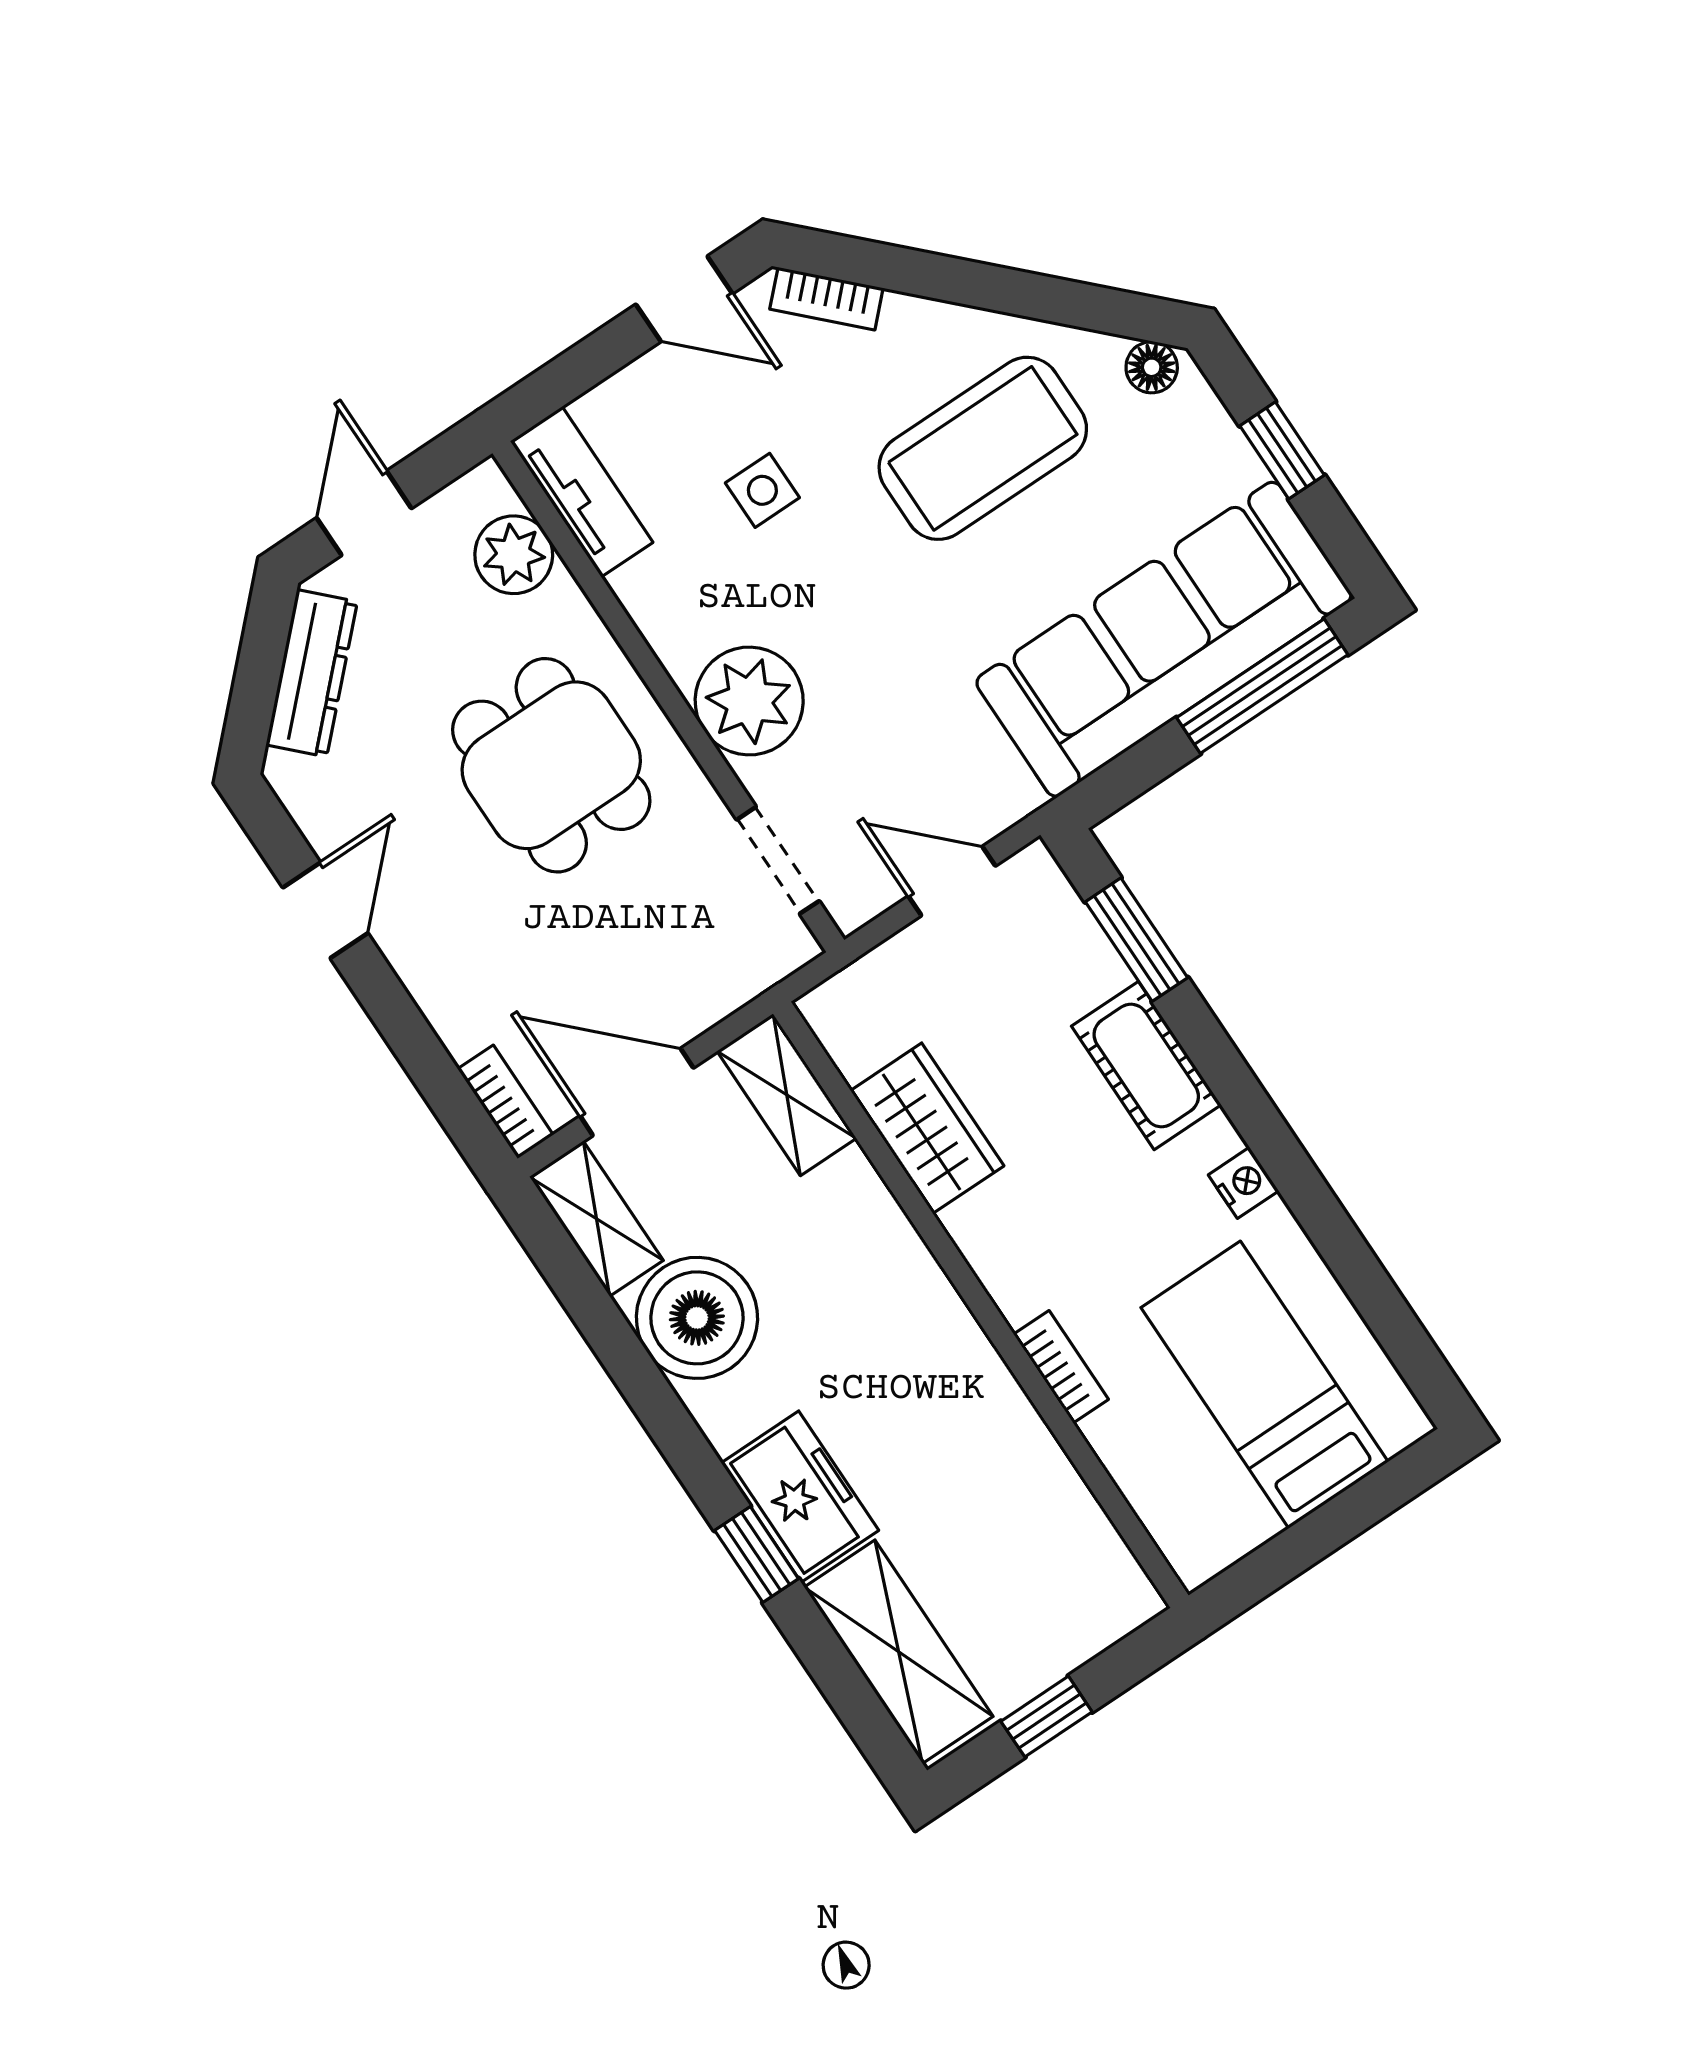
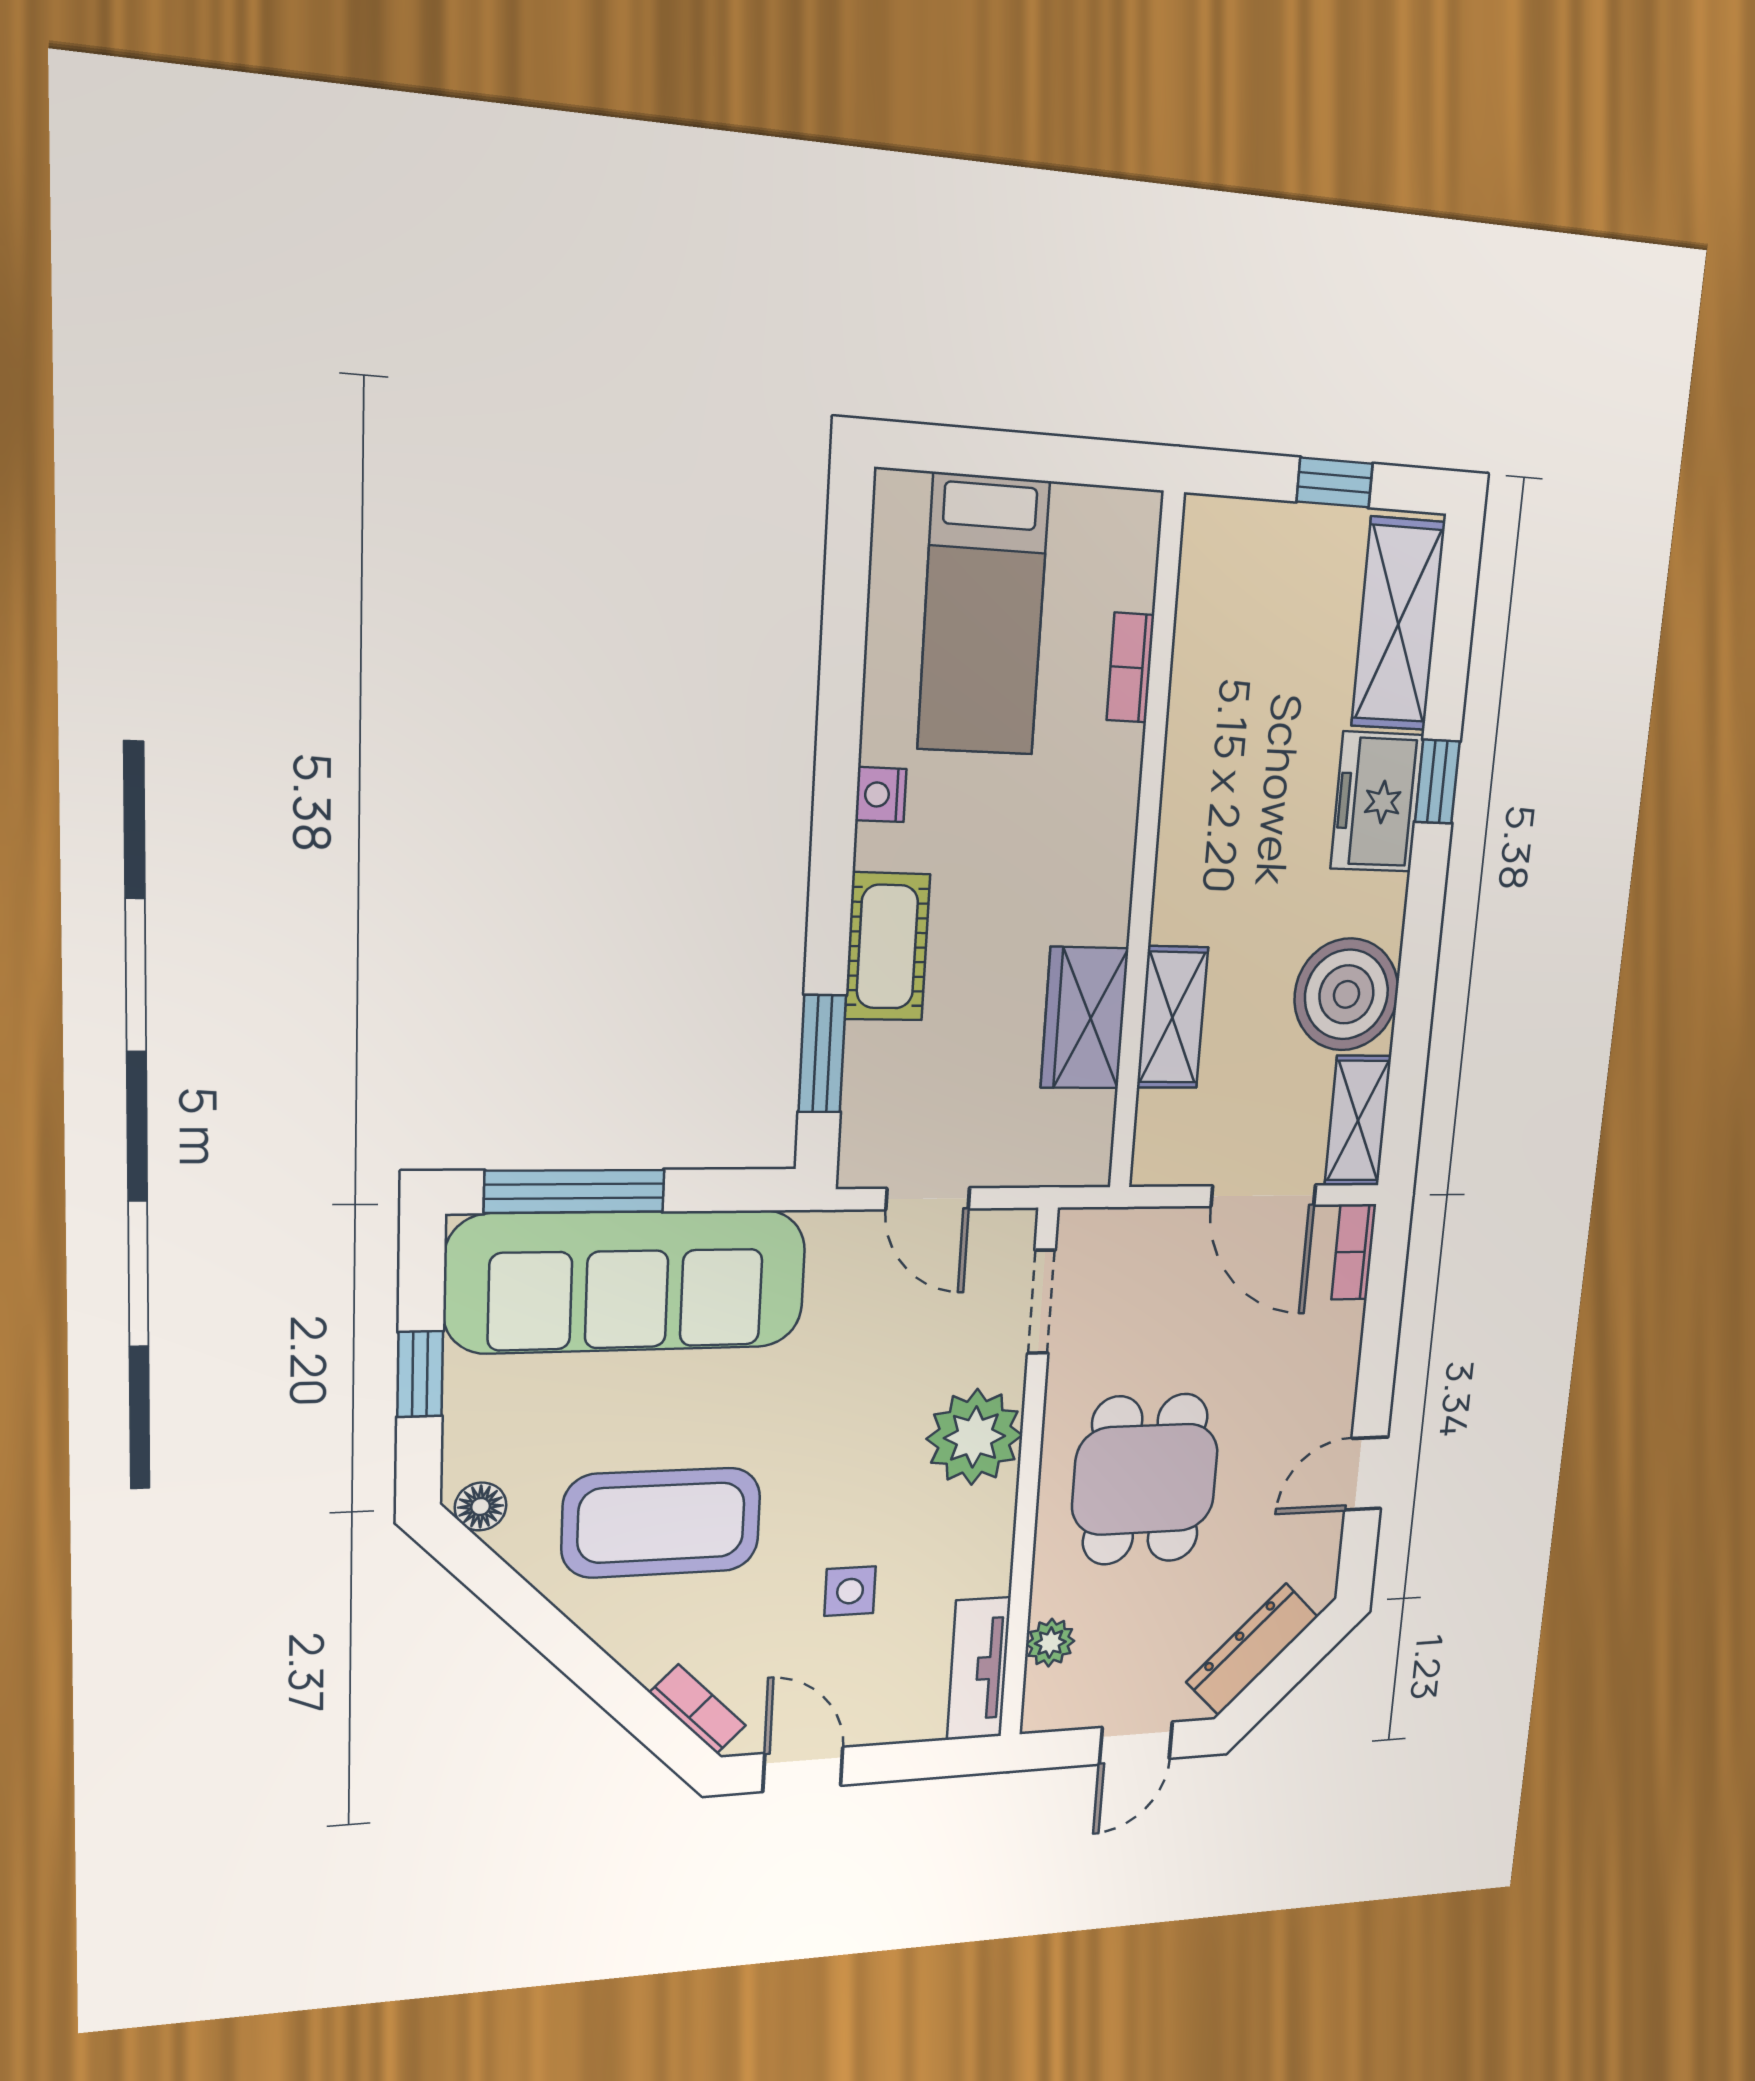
plant: (514, 555) -> (1050, 1643), width x0.73, depth x0.73
shelving: (787, 1095) -> (1172, 1017), moved
bookcase: (1061, 1367) -> (1130, 668), moved

